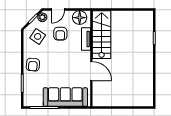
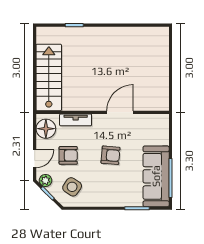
door: (58, 10) -> (35, 159), hinge flipped
stairs: (102, 35) -> (49, 77), moved, turned 90
armchair: (33, 65) -> (110, 155), moved
sofa: (65, 97) -> (156, 176), moved

